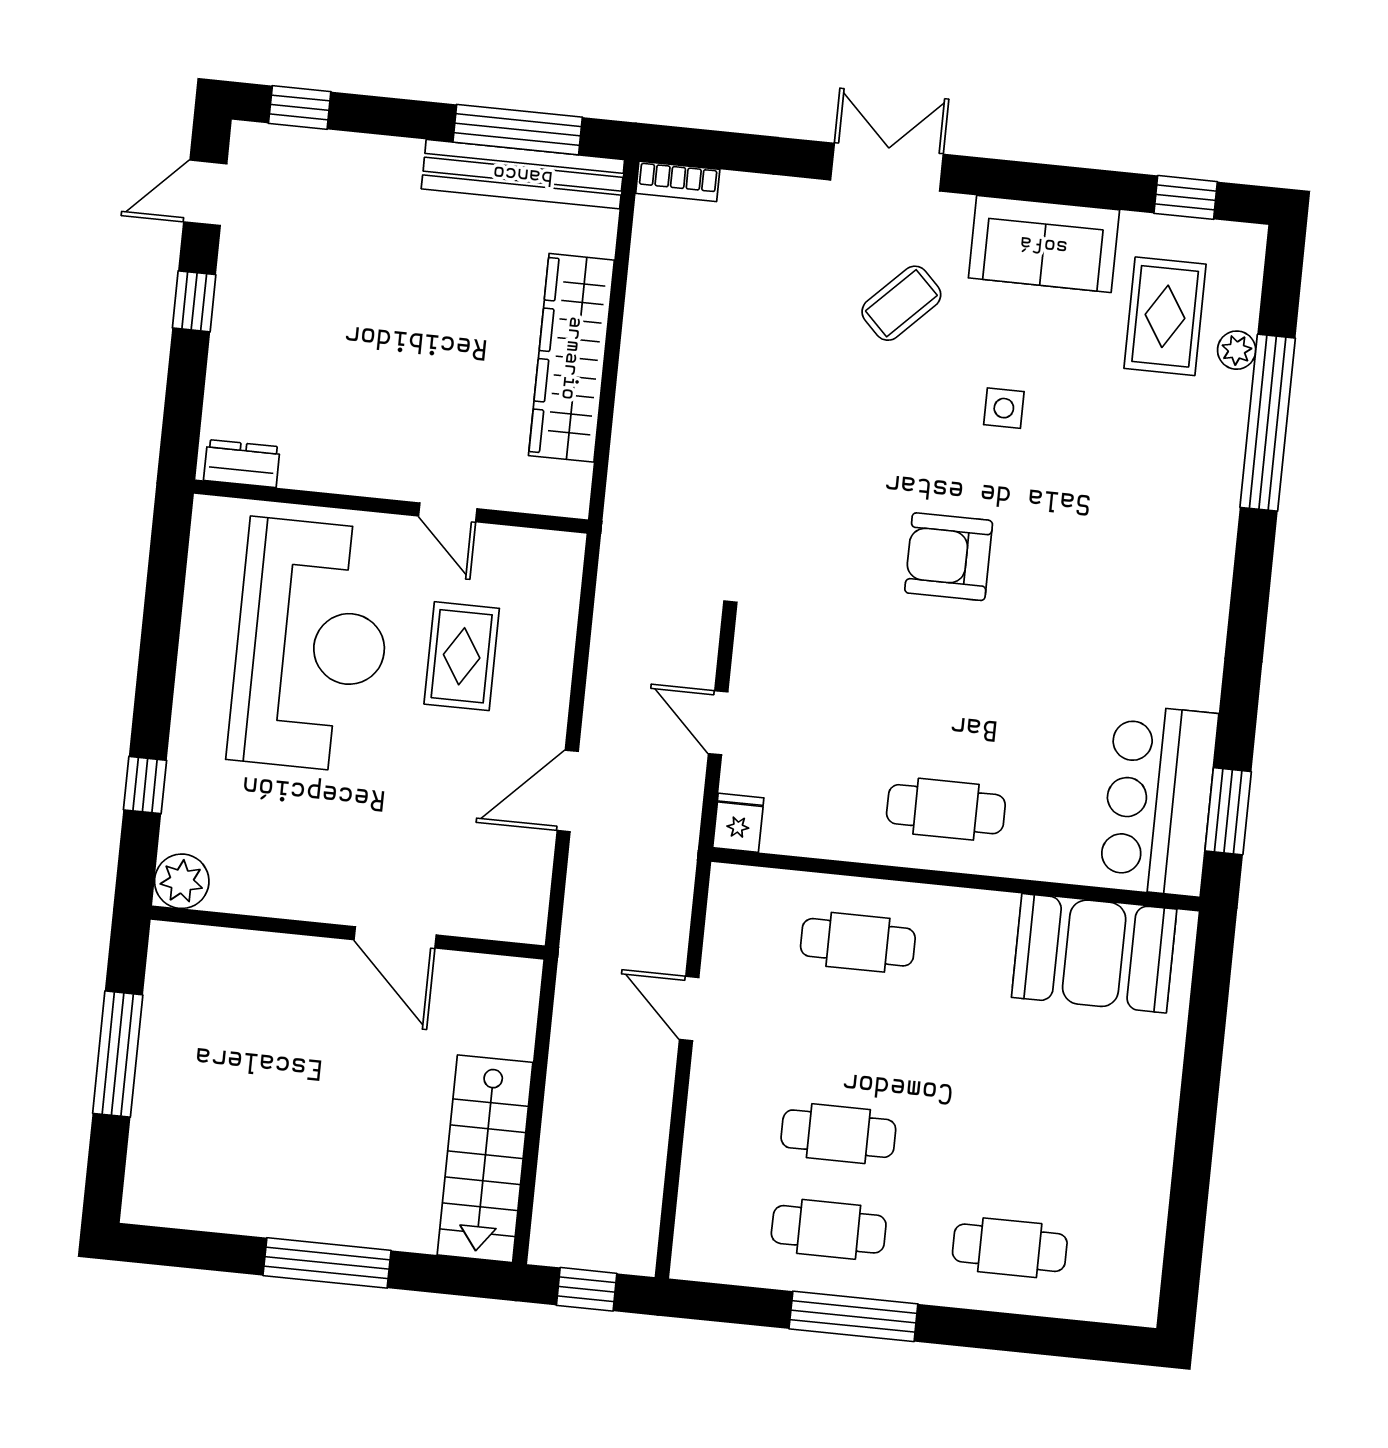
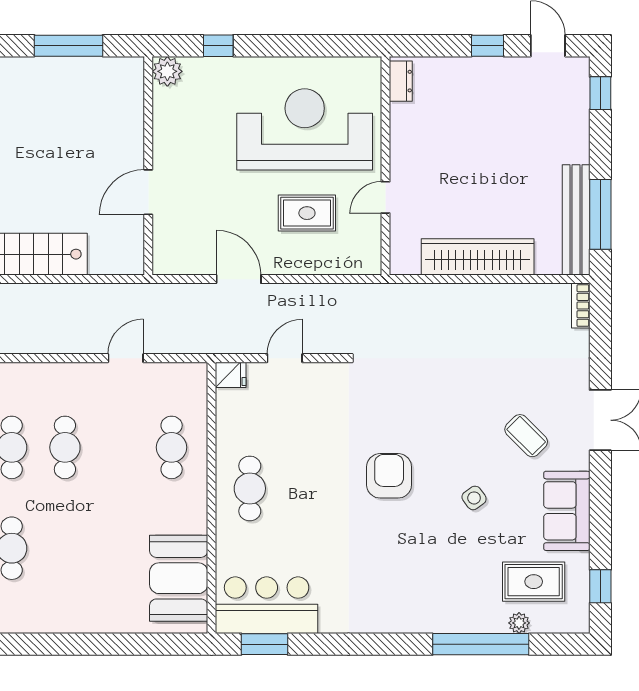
side table: (1004, 408) -> (474, 498), turned -36
reception desk: (311, 645) -> (305, 129), turned 180

